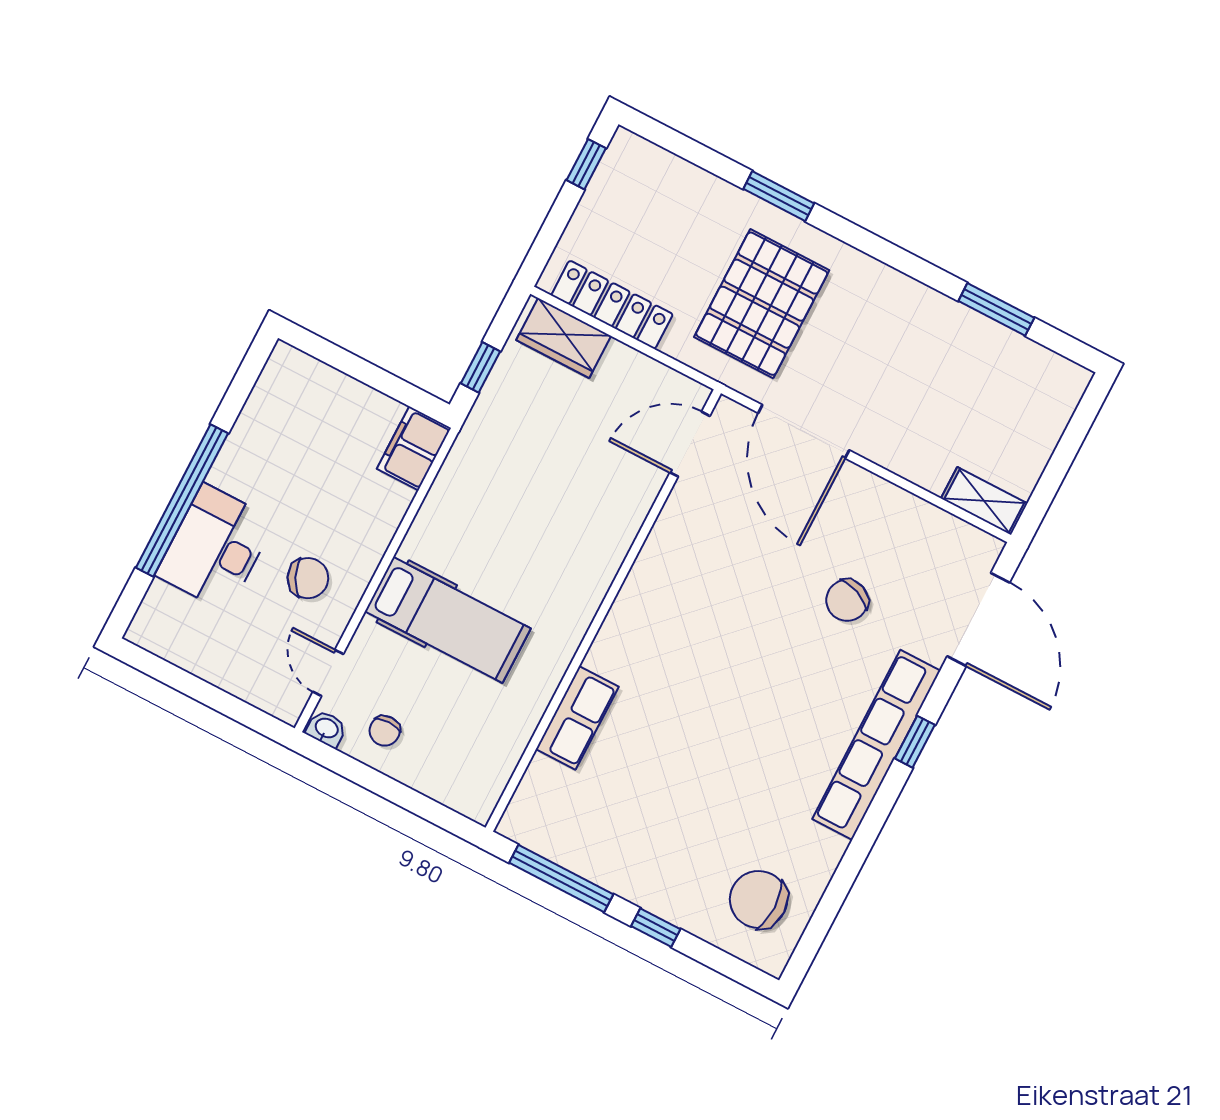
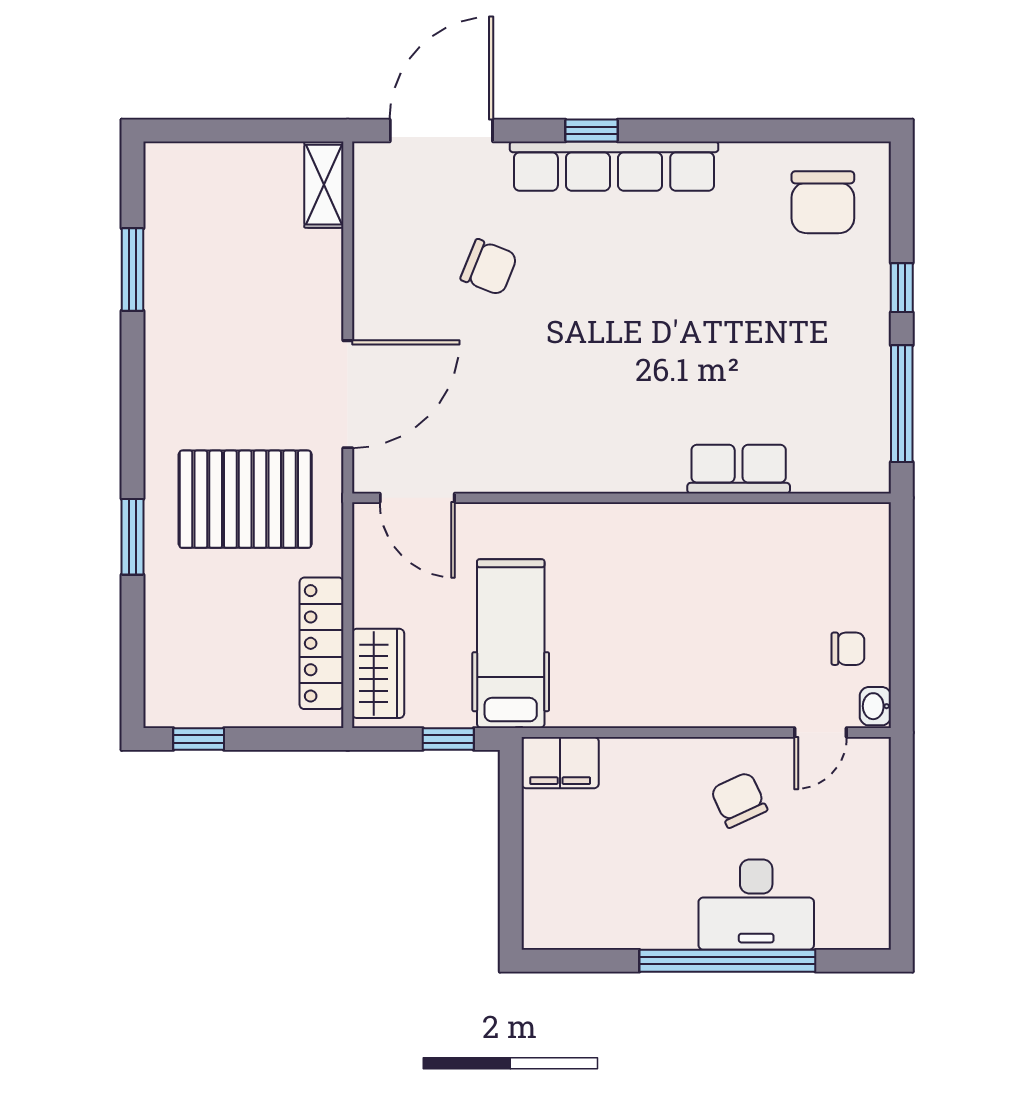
hospital bed: (448, 620) -> (511, 644), moved

